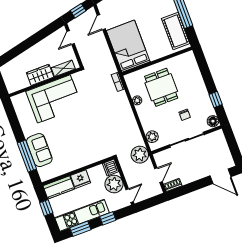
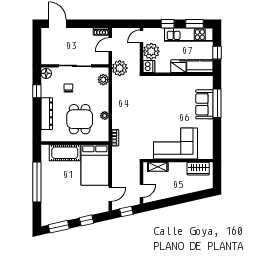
cot: (176, 31) -> (65, 153), moved, turned 90
wardrobe: (40, 75) -> (198, 169), moved
dresser: (197, 80) -> (47, 114), added

